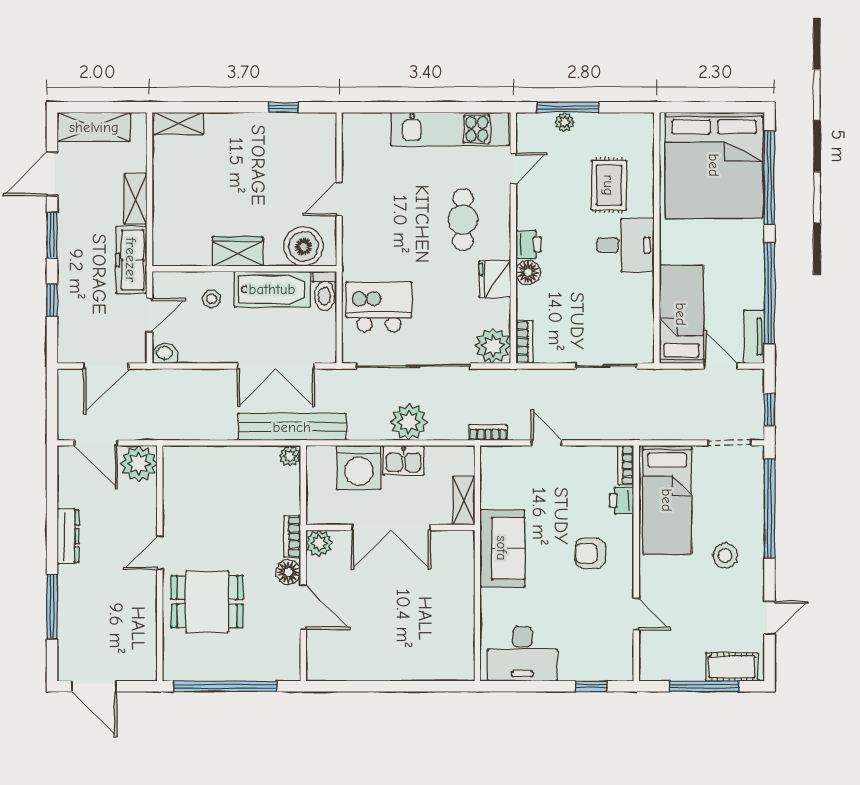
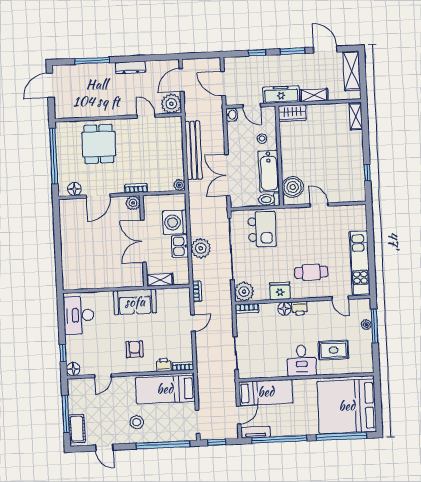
wardrobe: (238, 251) -> (292, 113), moved, turned 90
bench: (292, 427) -> (193, 150), moved
door: (160, 553) -> (146, 116), moved
floor lamp: (288, 572) -> (74, 189), moved
floor lamp: (621, 669) -> (73, 369), added

